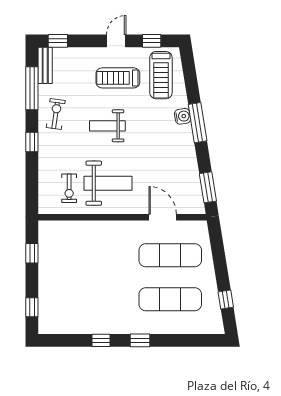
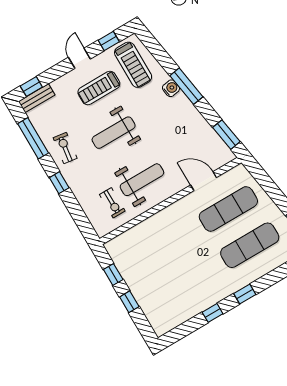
bench: (45, 65) -> (37, 98), moved, turned 90
weight bench: (107, 126) -> (114, 133), width x1.36, depth x1.33
window: (32, 307) -> (129, 302), moved

